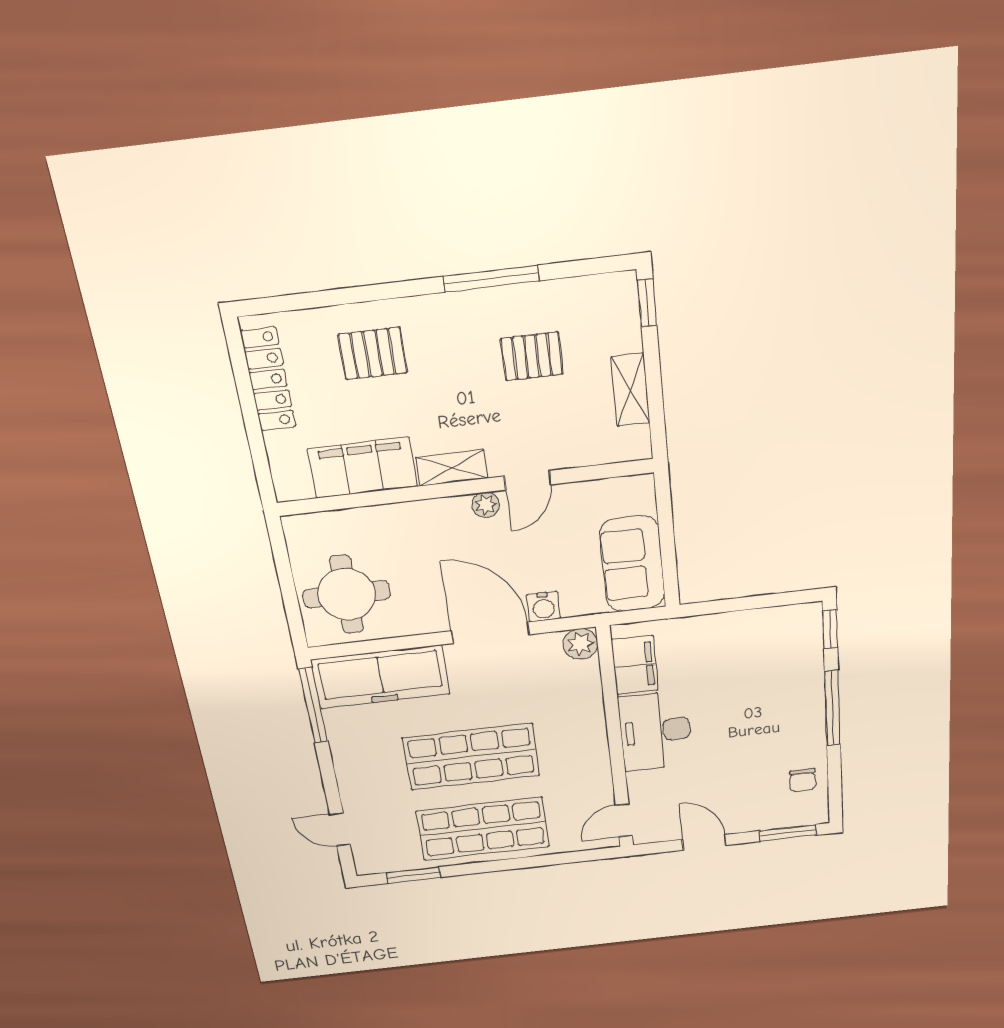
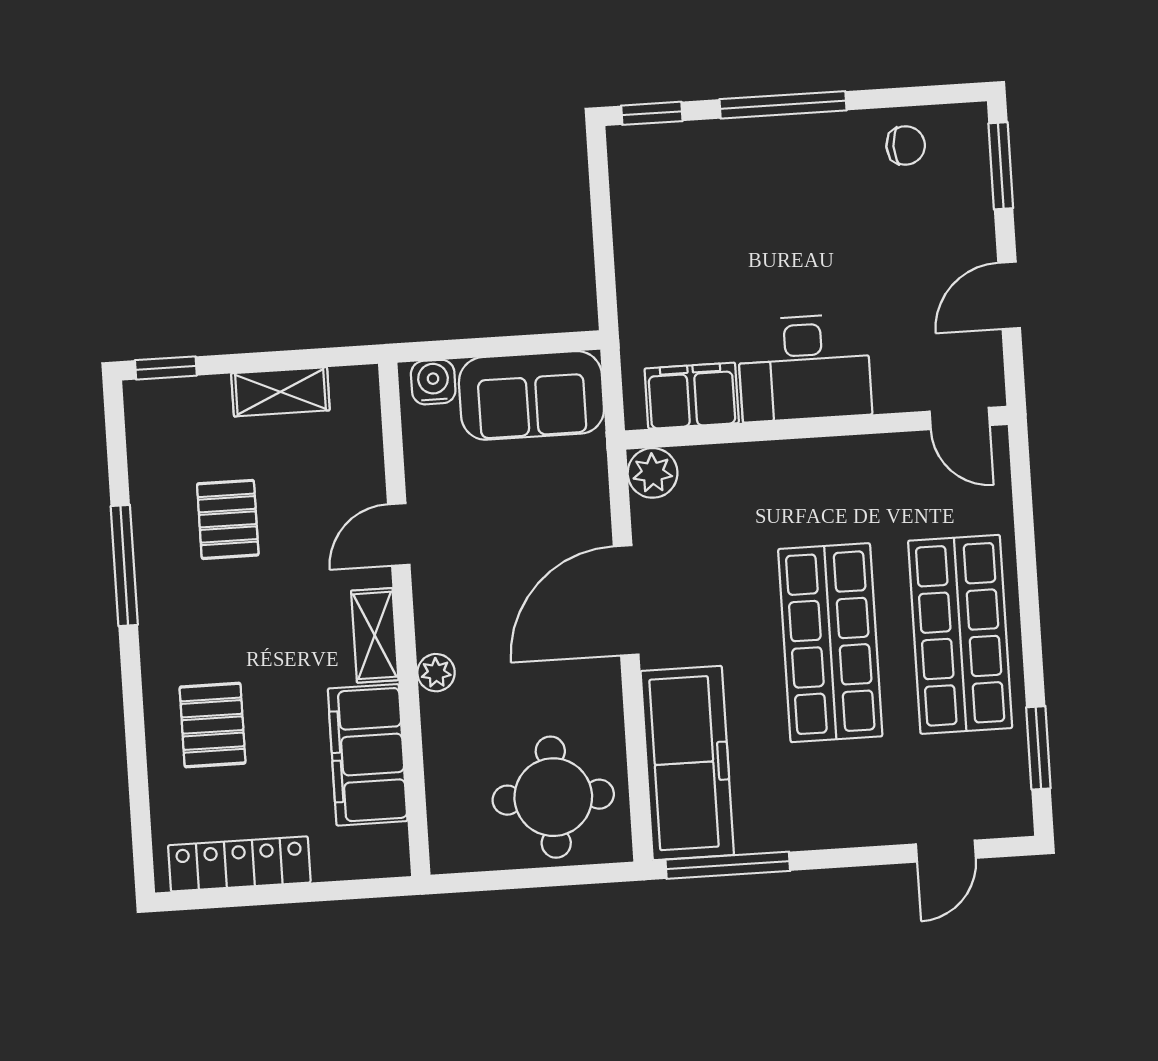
door: (528, 480) -> (399, 534), swing flipped
plant: (486, 505) -> (436, 673), moved
water cooler: (543, 607) -> (433, 382), moved, turned -90

